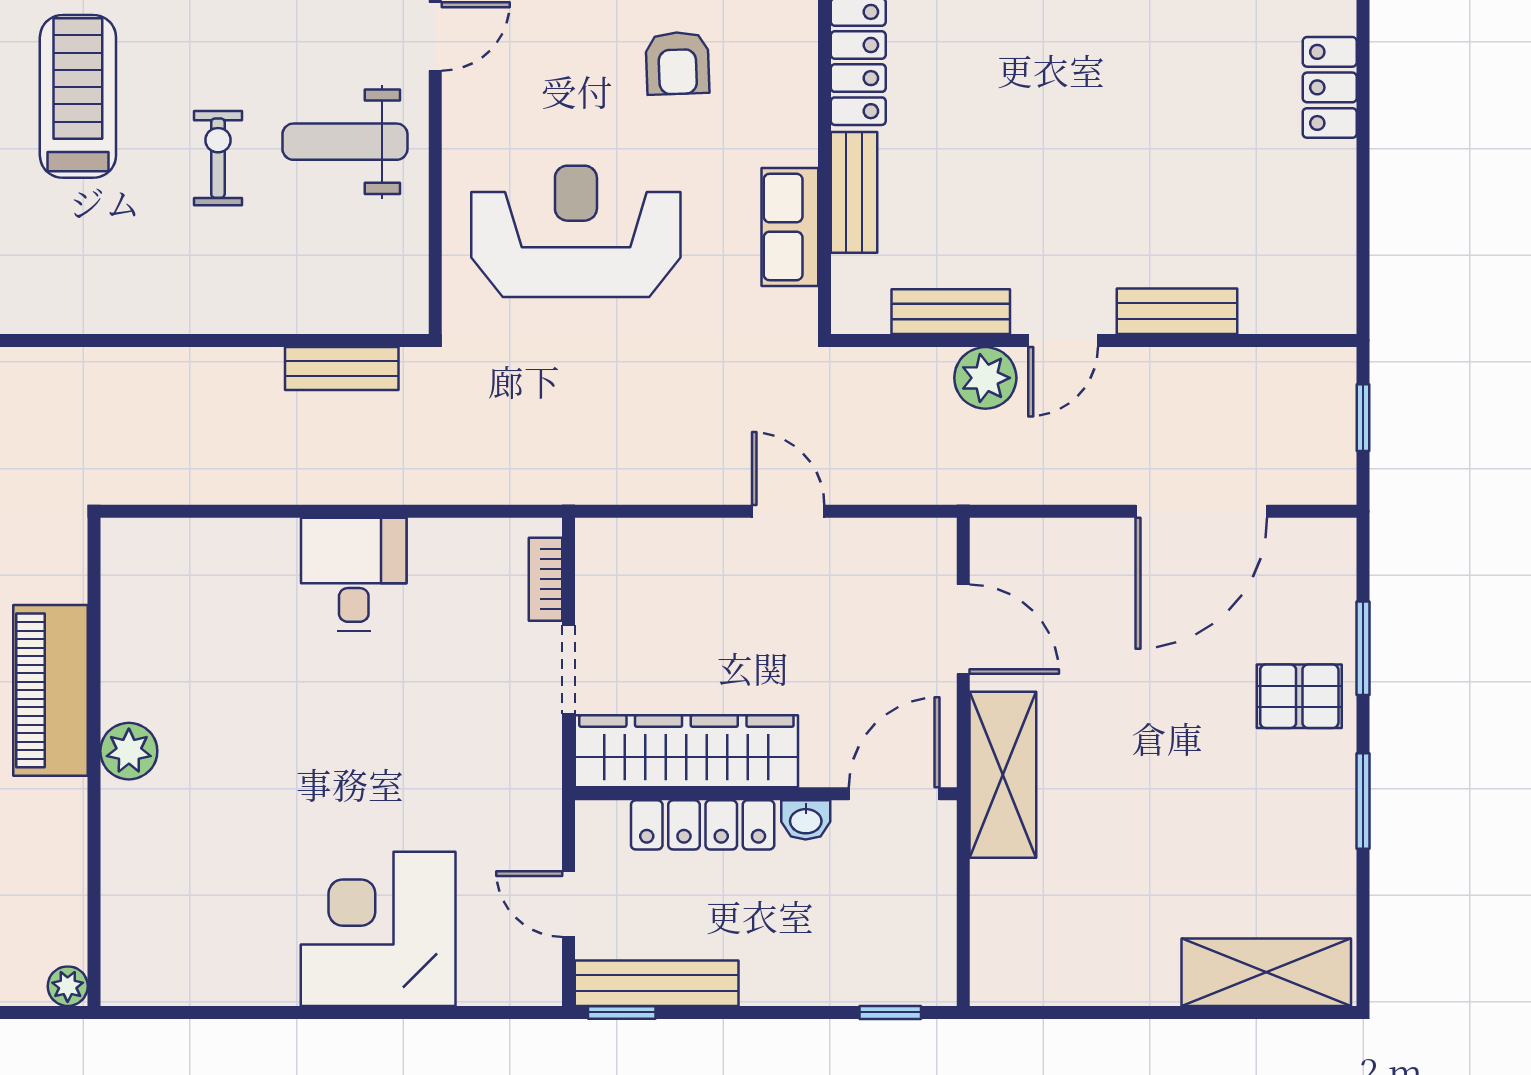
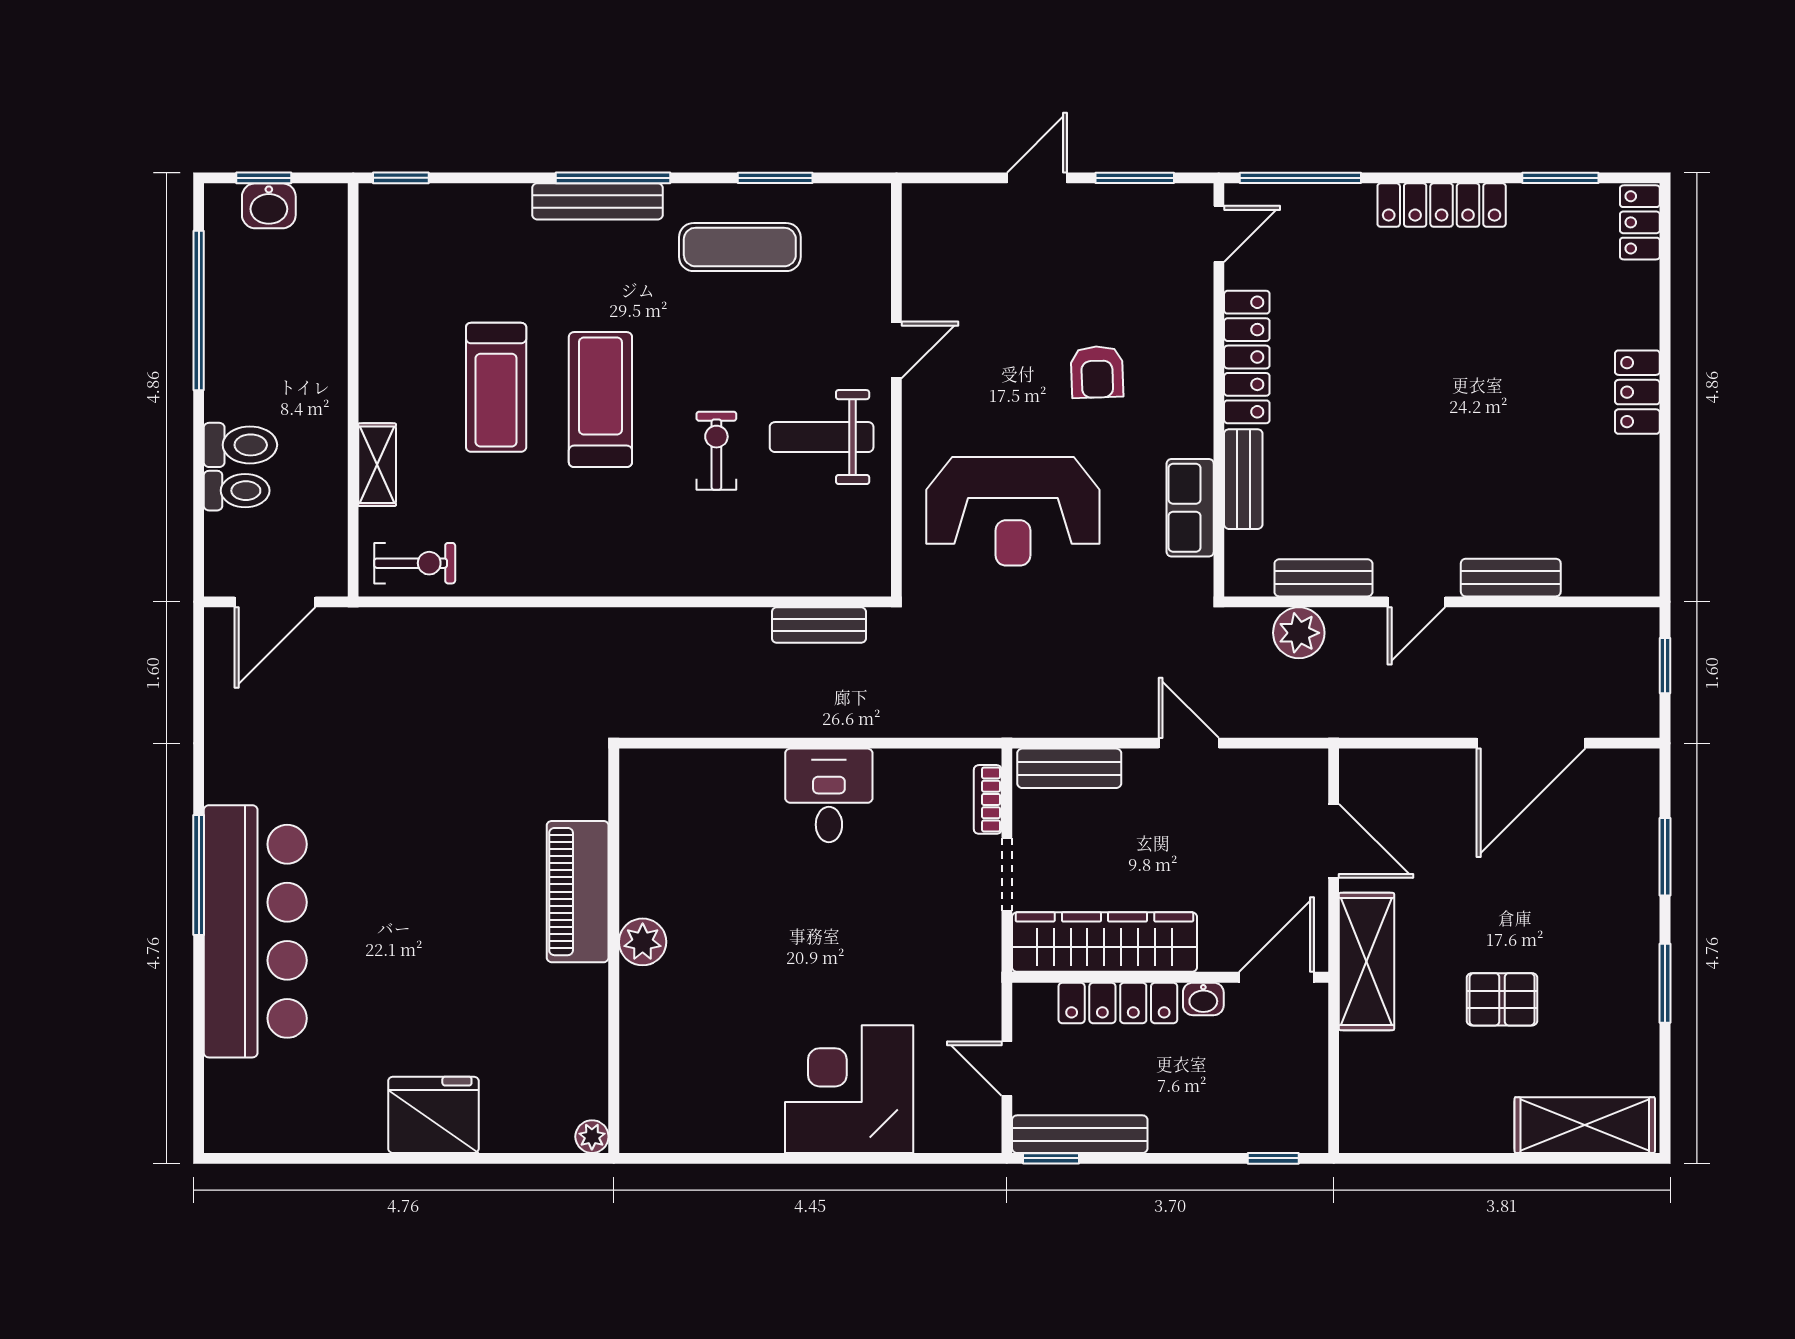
reception desk: (576, 231) -> (1013, 511), turned 180
plant: (985, 378) -> (1299, 633), moved
bench: (644, 542) -> (1069, 768), added
pallet: (1299, 696) -> (1502, 999), moved

